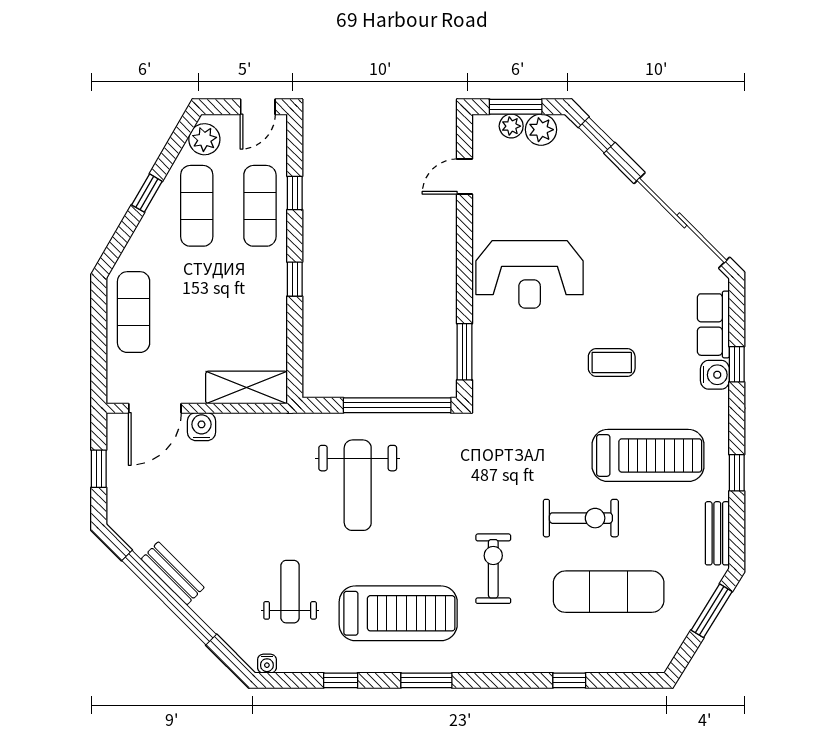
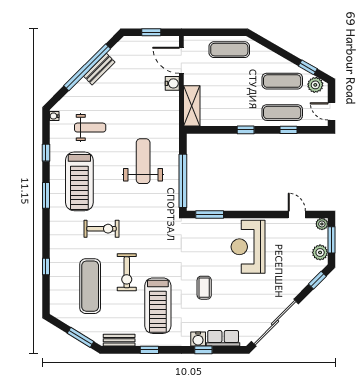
plant: (511, 126) -> (322, 224), moved
window: (147, 193) -> (308, 67), moved
weight bench: (358, 485) -> (143, 161), turned 90

